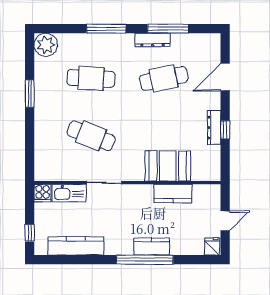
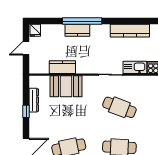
dresser: (214, 128) -> (34, 100), moved

